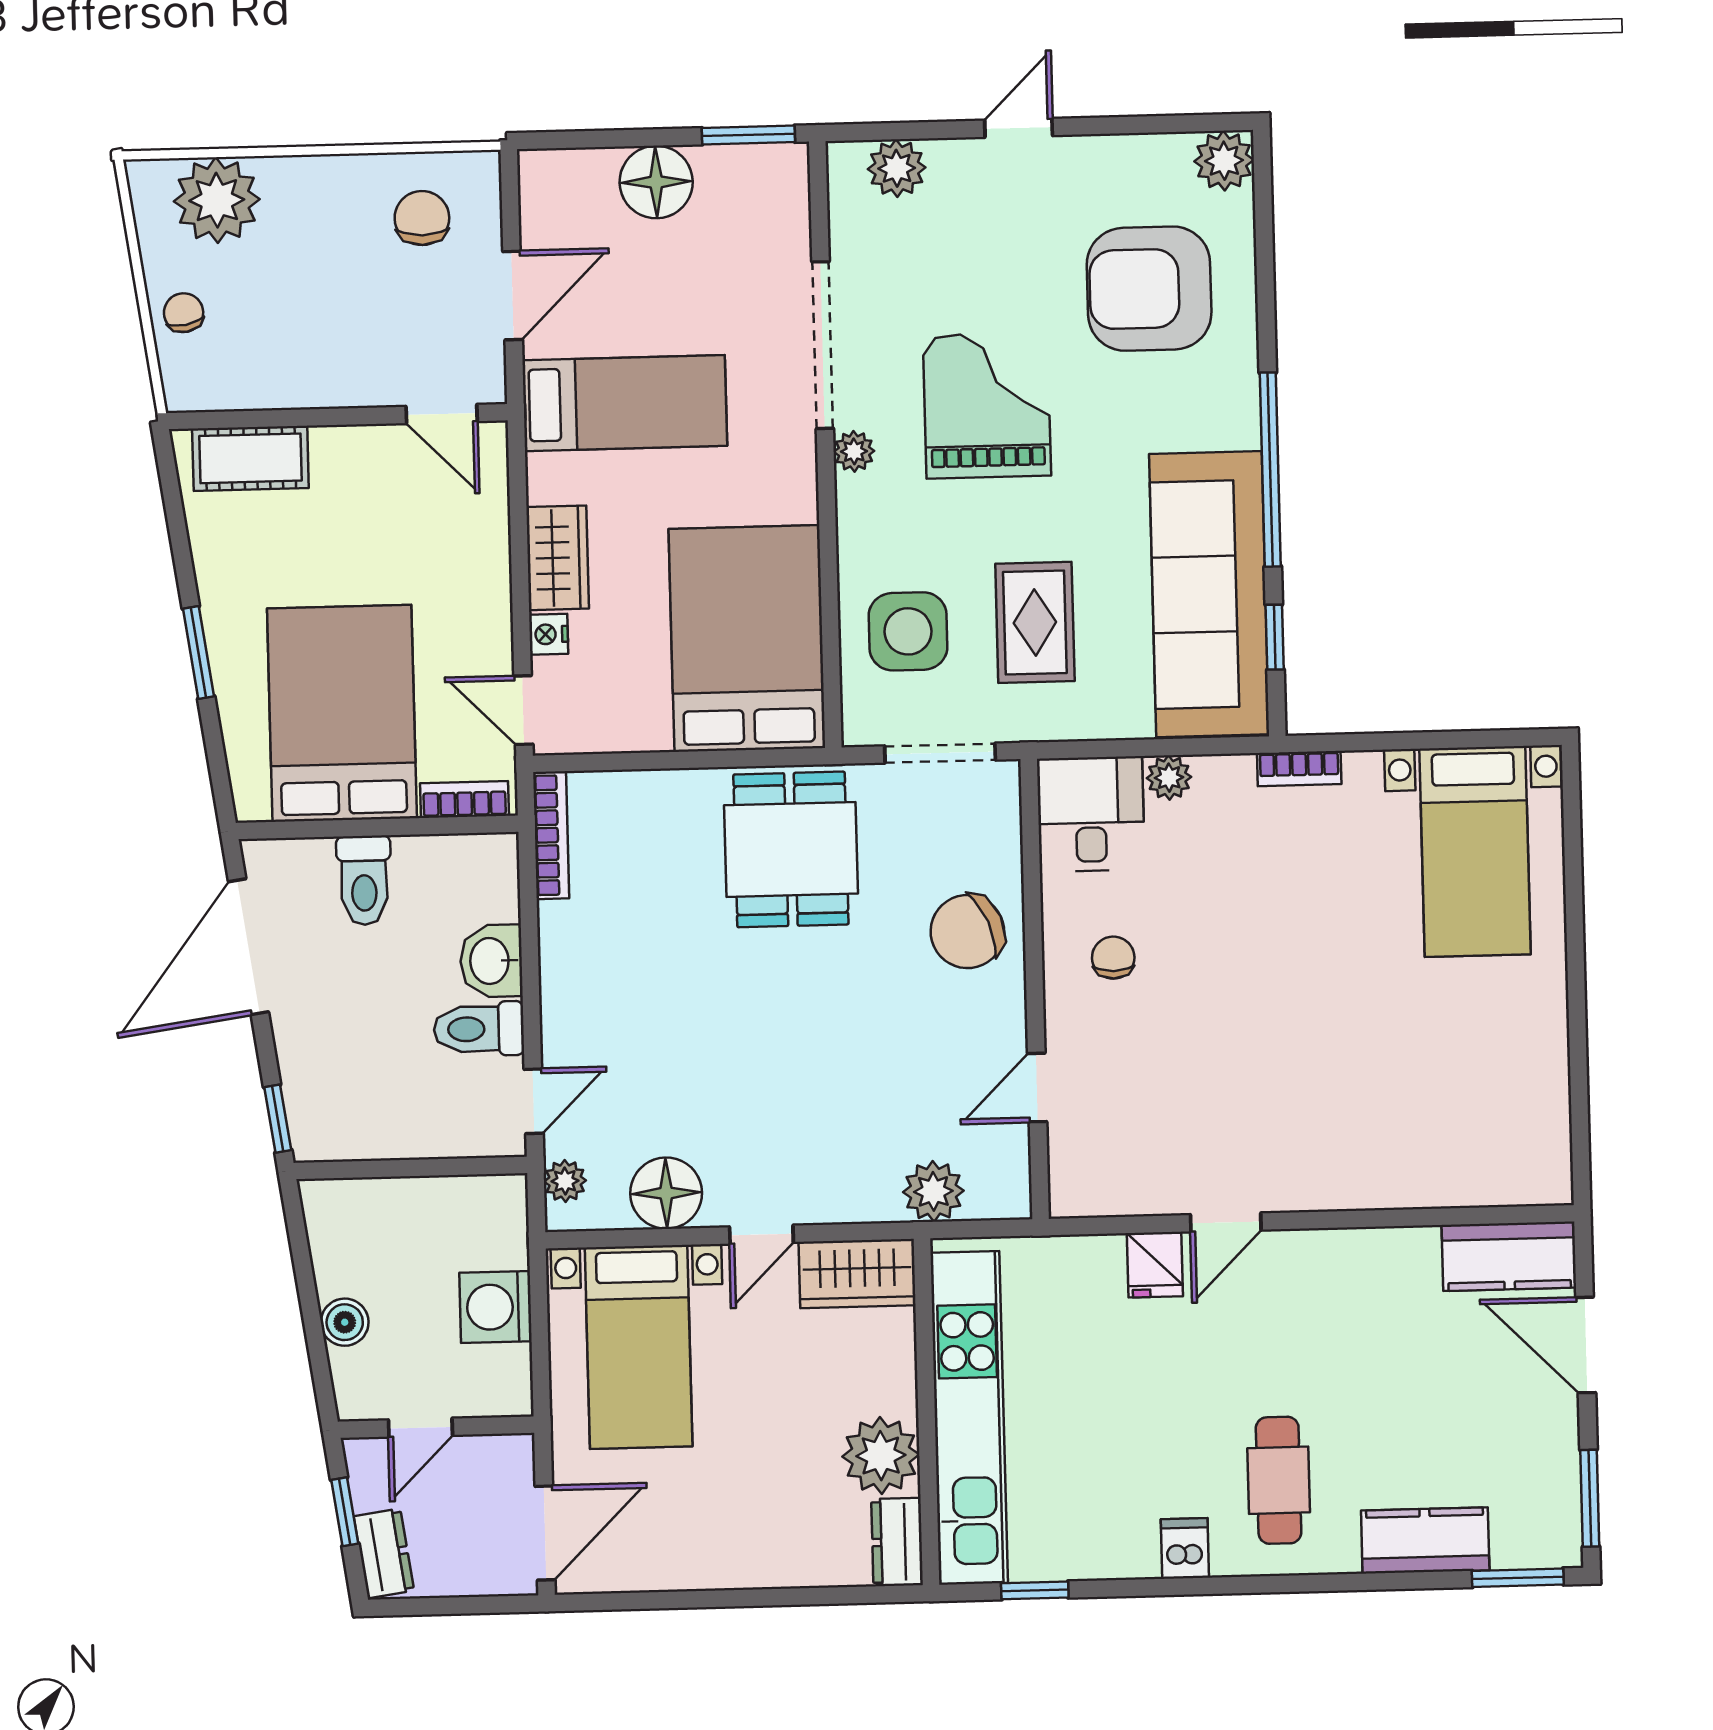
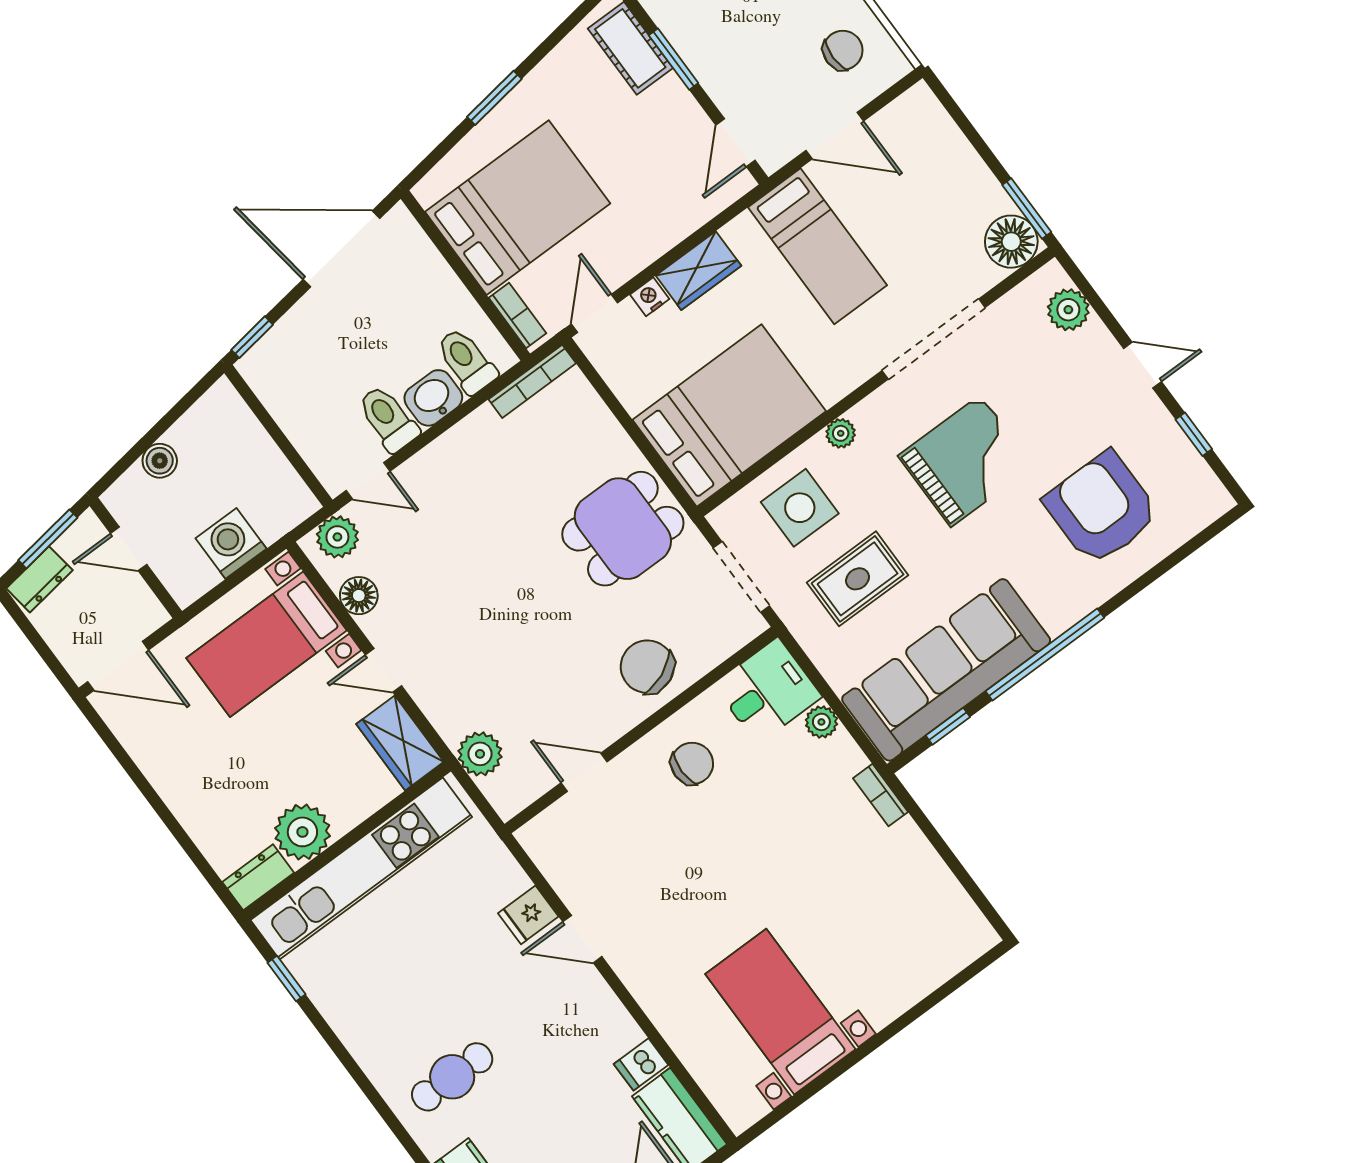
window: (1138, 125) -> (1194, 434), added
plant: (1224, 161) -> (1208, 500), removed
floor lamp: (656, 182) -> (1011, 242), moved
window: (297, 418) -> (674, 59), added
plant: (854, 451) -> (841, 433), moved
bed with nightstands: (1475, 851) -> (780, 1012), moved, turned 90
toilet: (364, 880) -> (466, 361), moved, turned 90
chair: (1113, 958) -> (692, 763), width x1.37, depth x1.37
plant: (565, 1181) -> (337, 537), width x1.38, depth x1.38
floor lamp: (666, 1193) -> (359, 596), width x0.73, depth x0.73
window: (345, 1512) -> (48, 539), width x1.50
dishwasher: (1185, 1548) -> (641, 1064), moved, turned 180

